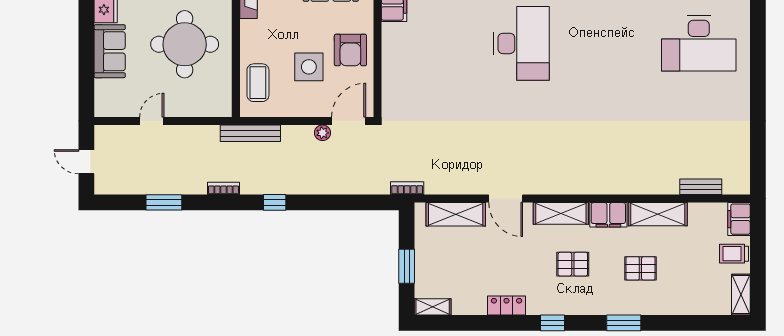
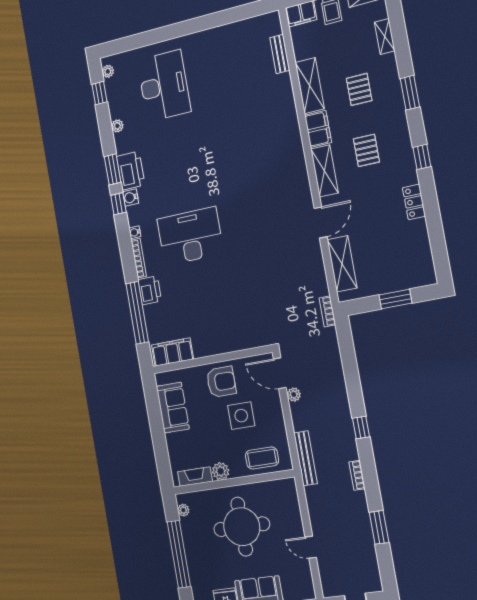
plant: (250, 31) -> (221, 471), added
shelving: (433, 307) -> (385, 37), moved

